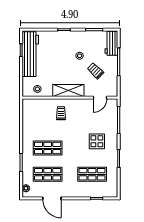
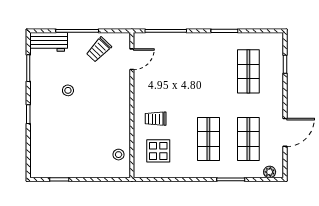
workbench: (30, 54) -> (65, 165), removed
trolley: (96, 71) -> (99, 50), moved
shelving: (68, 91) -> (121, 107), removed
door: (100, 98) -> (132, 59), hinge flipped
display table: (97, 141) -> (158, 151), moved

